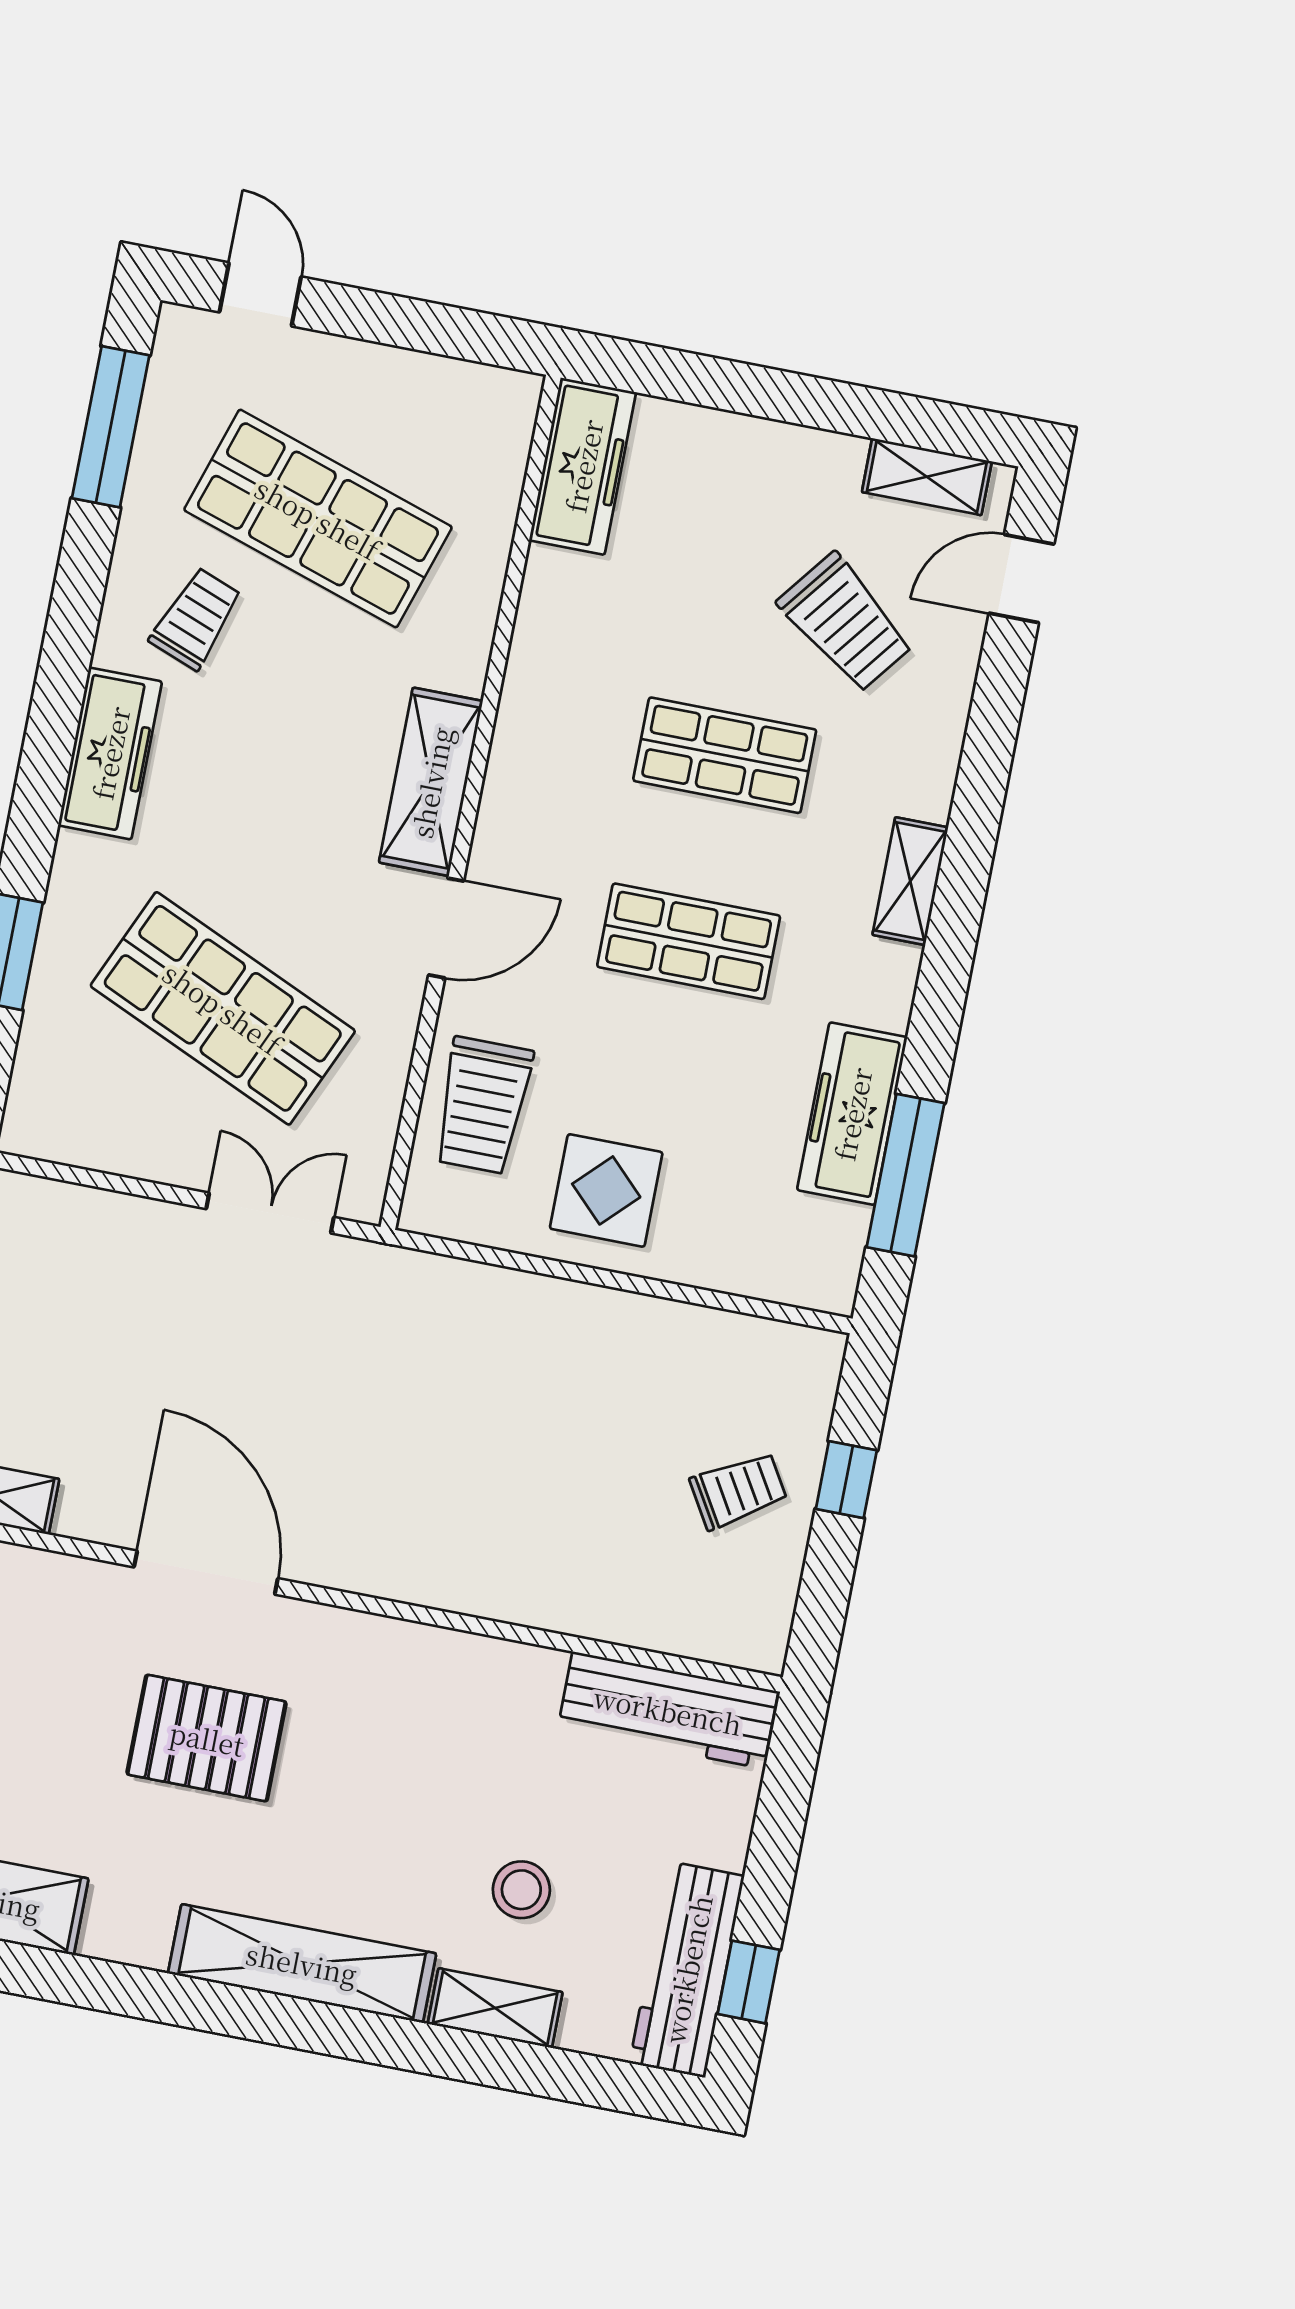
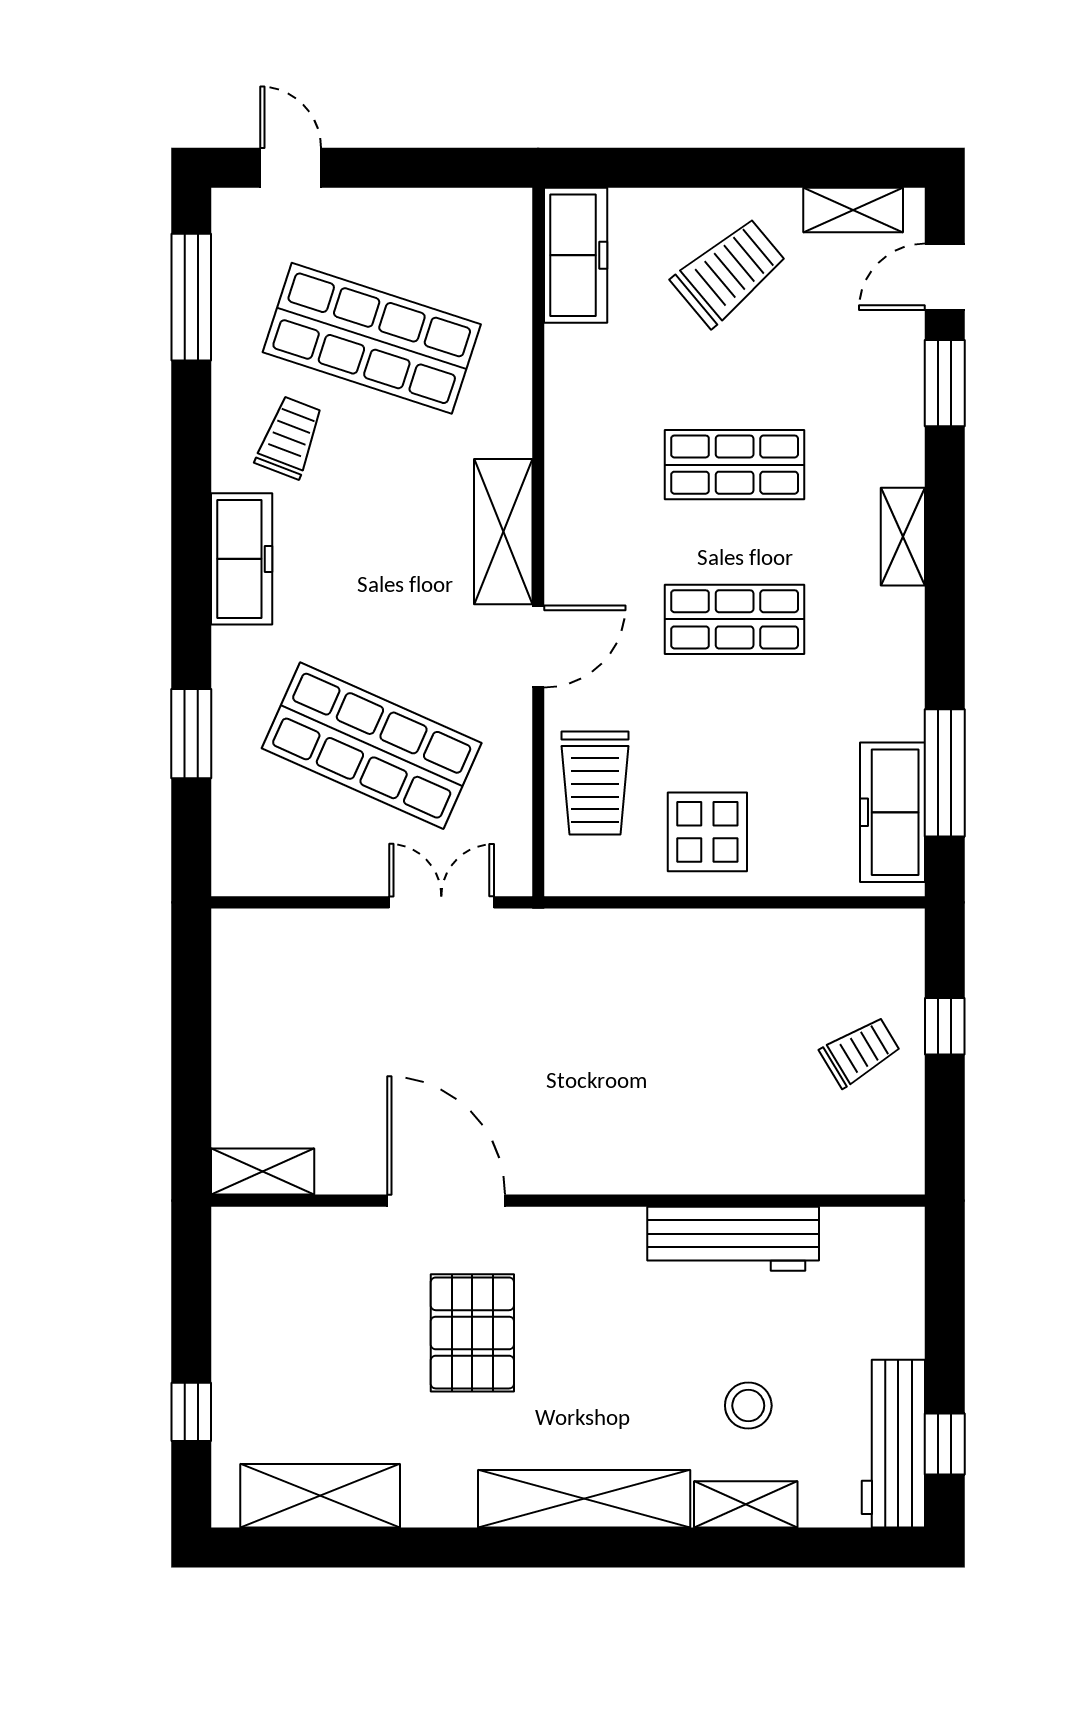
trolley: (846, 623) -> (729, 272), moved, turned -78
window: (997, 706) -> (945, 383), added
freezer: (852, 1114) -> (893, 812), moved
workbench: (668, 1710) -> (733, 1239), moved
pallet: (207, 1738) -> (472, 1333), turned 90

